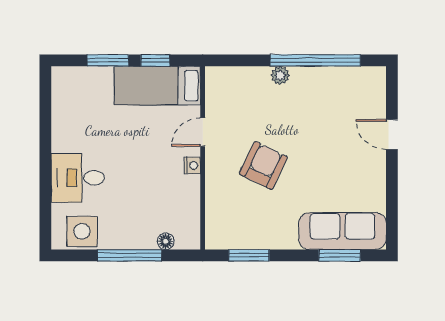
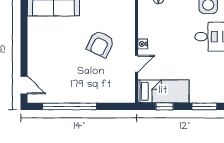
window: (108, 60) -> (204, 106), moved
plant: (280, 75) -> (90, 97), removed
door: (392, 134) -> (24, 85), moved

